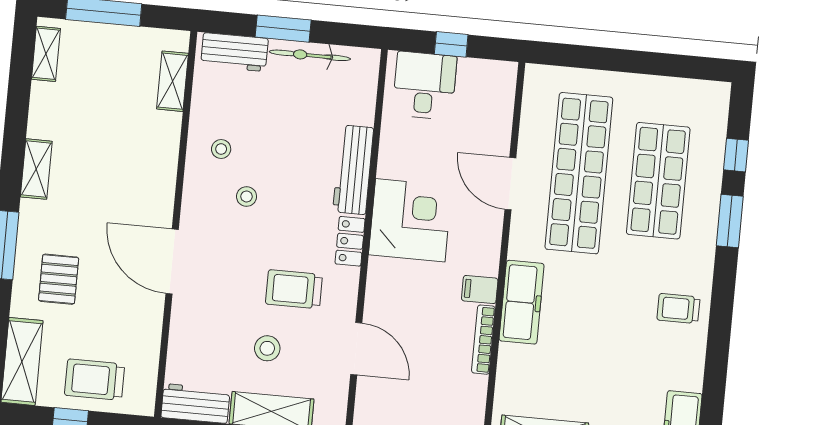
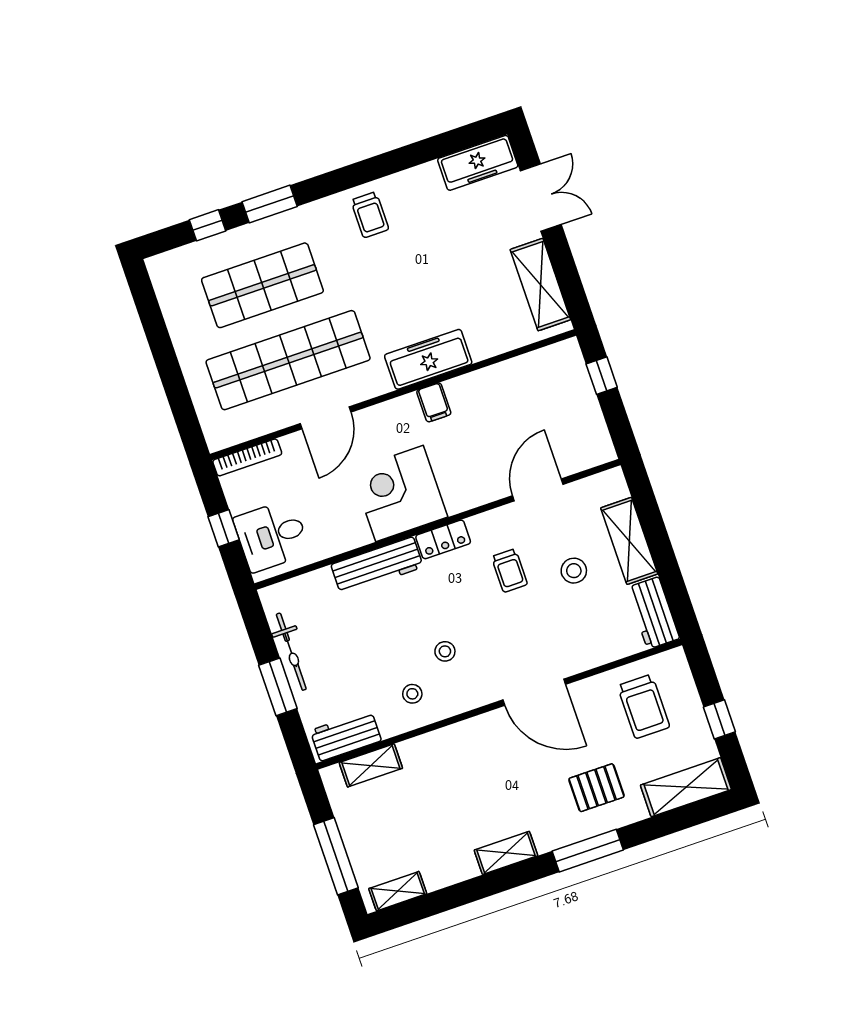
workbench: (234, 52) -> (346, 736), moved, turned -90
door: (172, 261) -> (534, 692), hinge flipped
trolley: (294, 289) -> (509, 571), width x0.73, depth x0.72
bookcase: (483, 340) -> (247, 457), moved
trolley: (95, 380) -> (644, 706), moved

